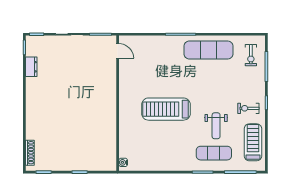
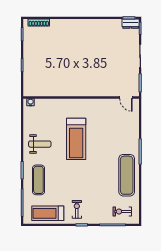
door: (118, 51) -> (126, 98), hinge flipped
dresser: (31, 67) -> (131, 24), moved
treadmill: (166, 109) -> (76, 139), turned 180
weight bench: (216, 126) -> (40, 144), moved, turned 180
treadmill: (253, 142) -> (48, 213), turned 180

